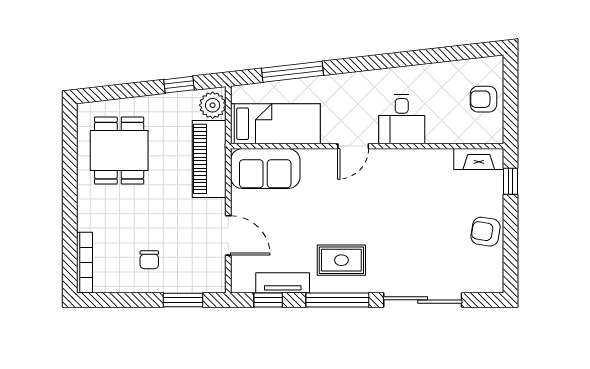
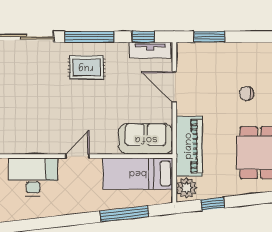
desk: (402, 119) -> (33, 177), width x1.37
chair: (149, 260) -> (247, 94), moved, turned -90
tv unit: (283, 283) -> (150, 50), moved

